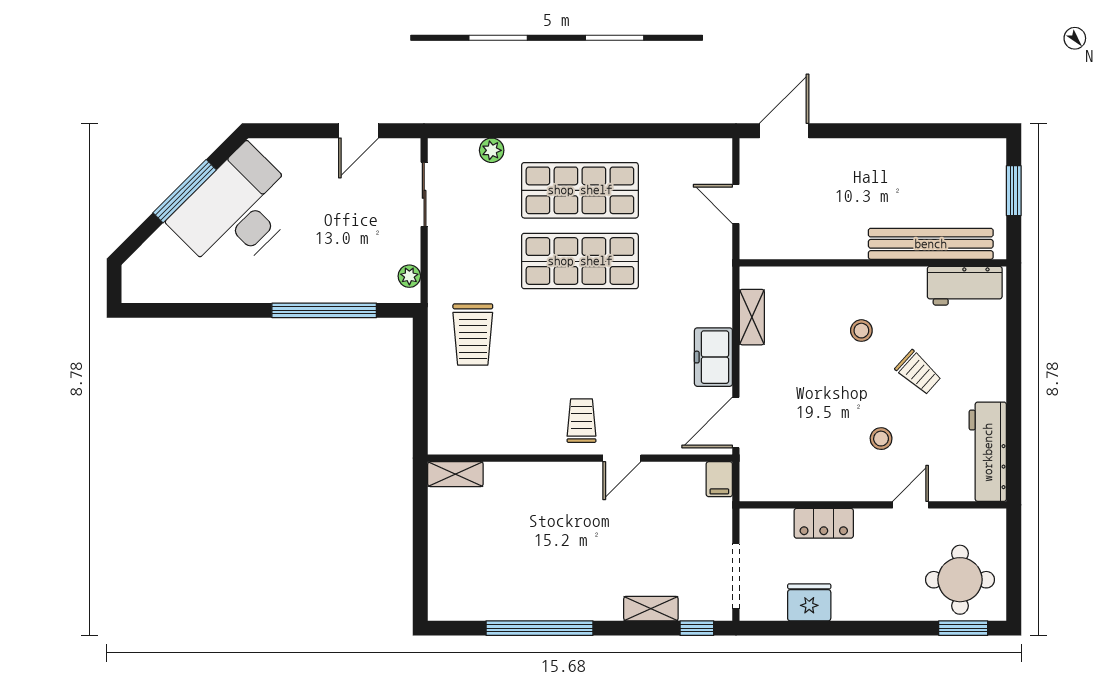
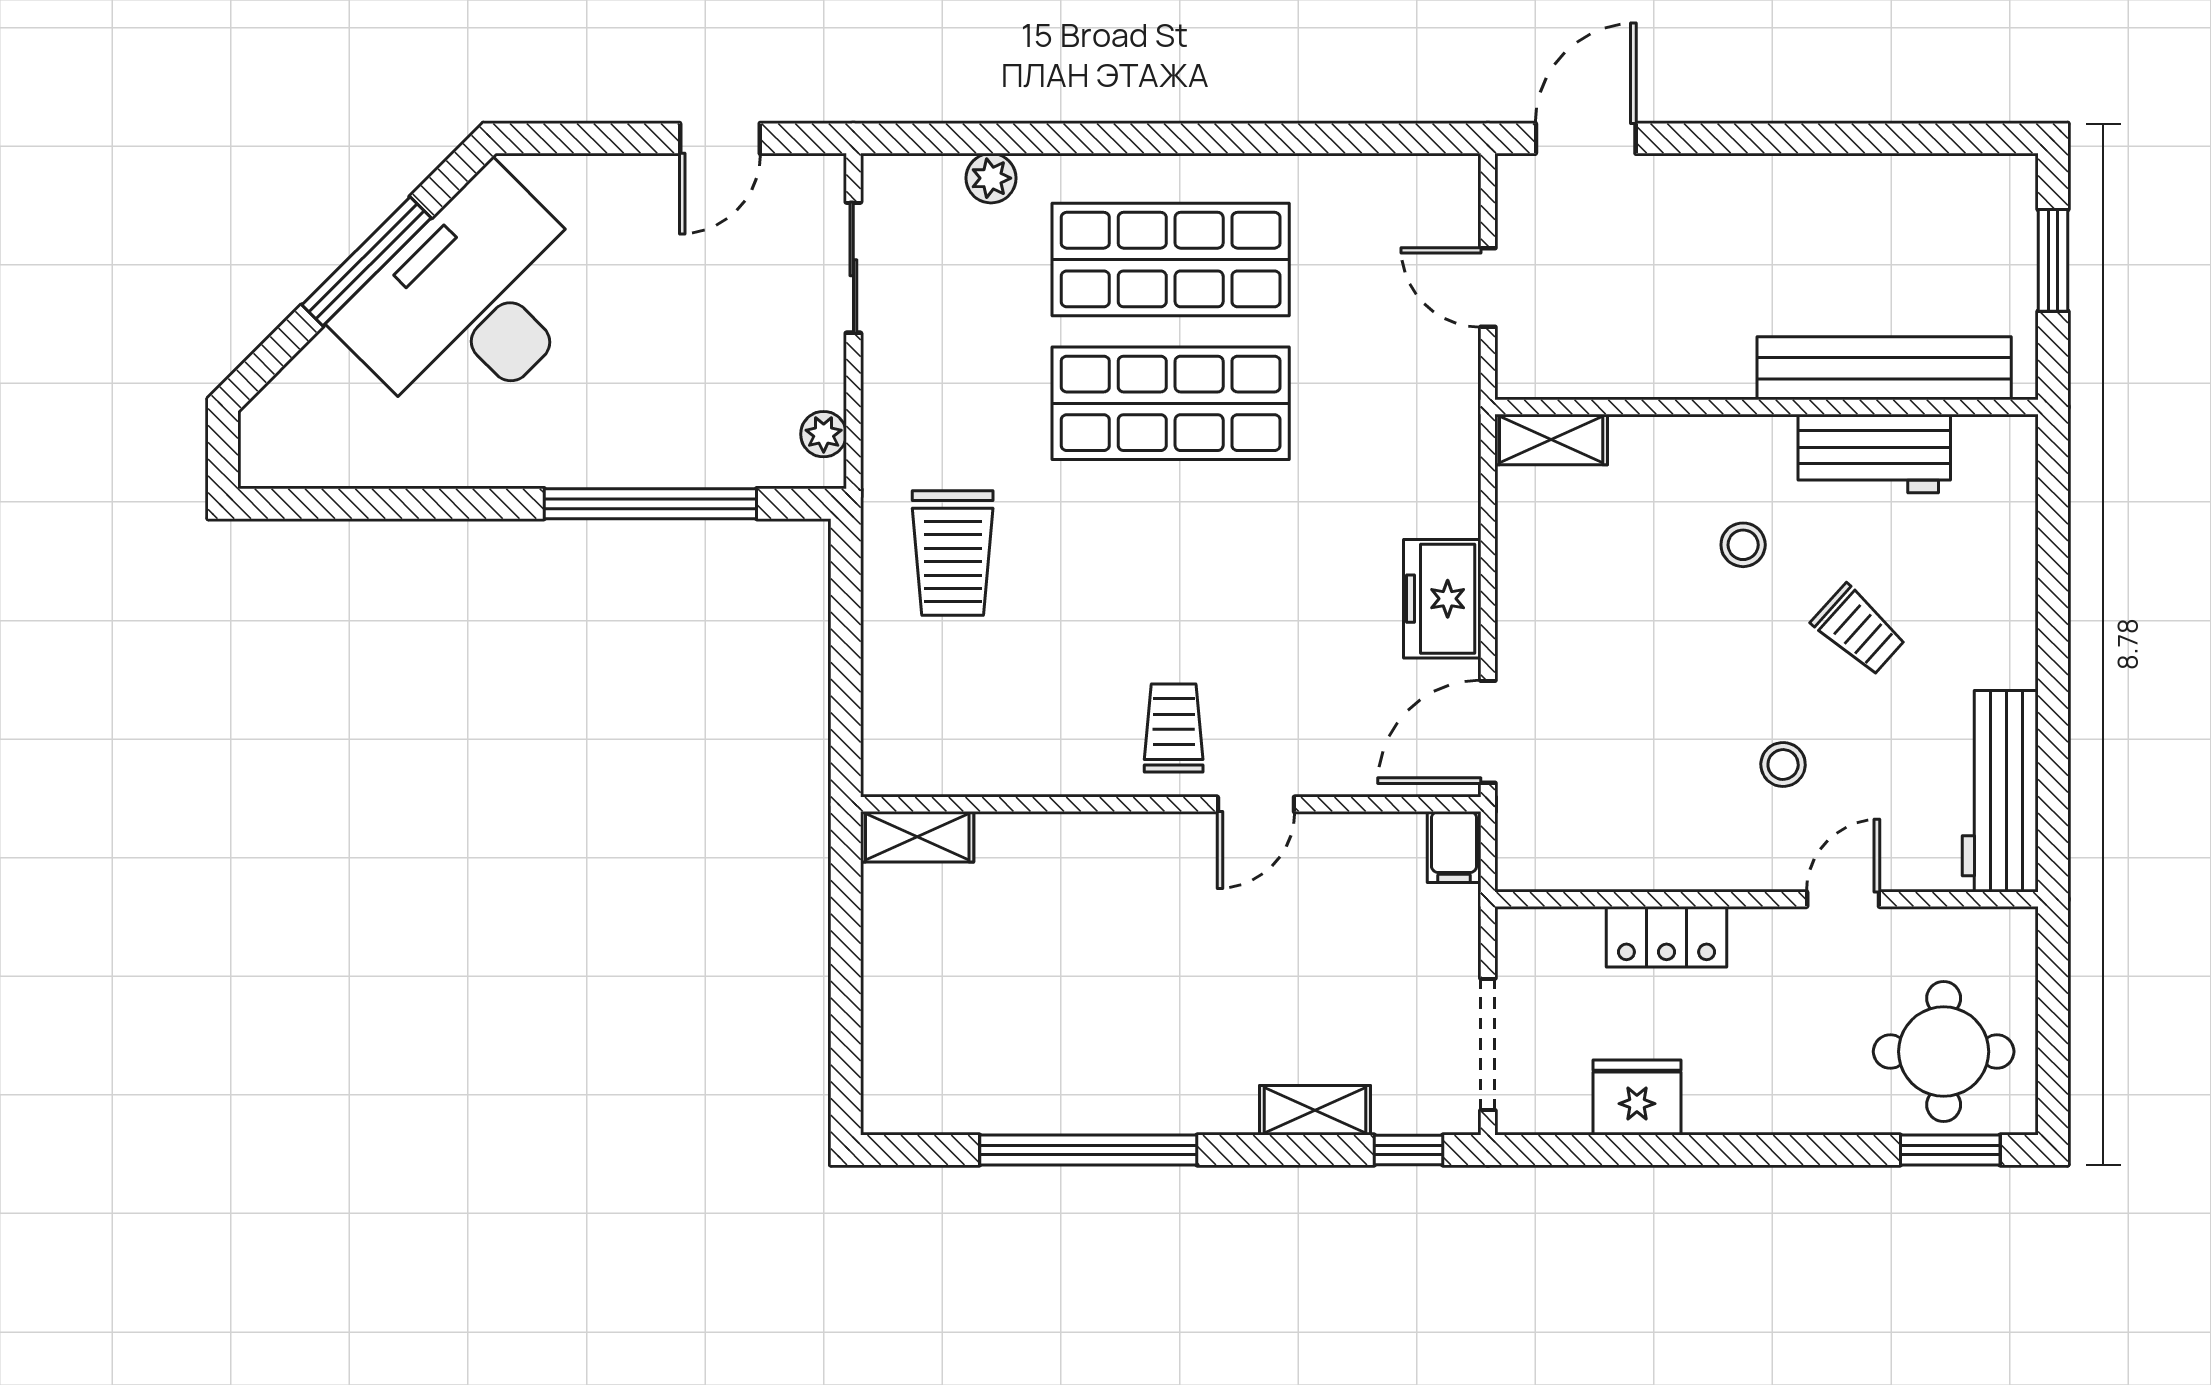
workbench: (965, 286) -> (1874, 453), moved
shelving: (752, 317) -> (1551, 439), moved, turned 90

